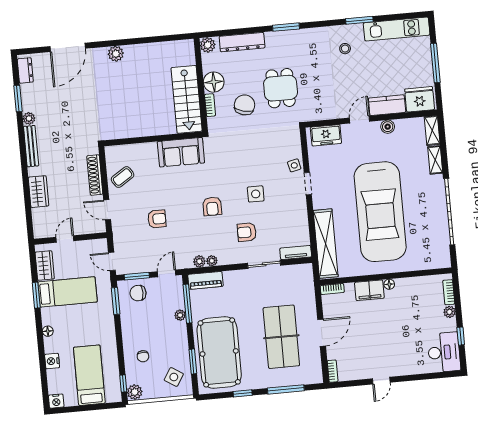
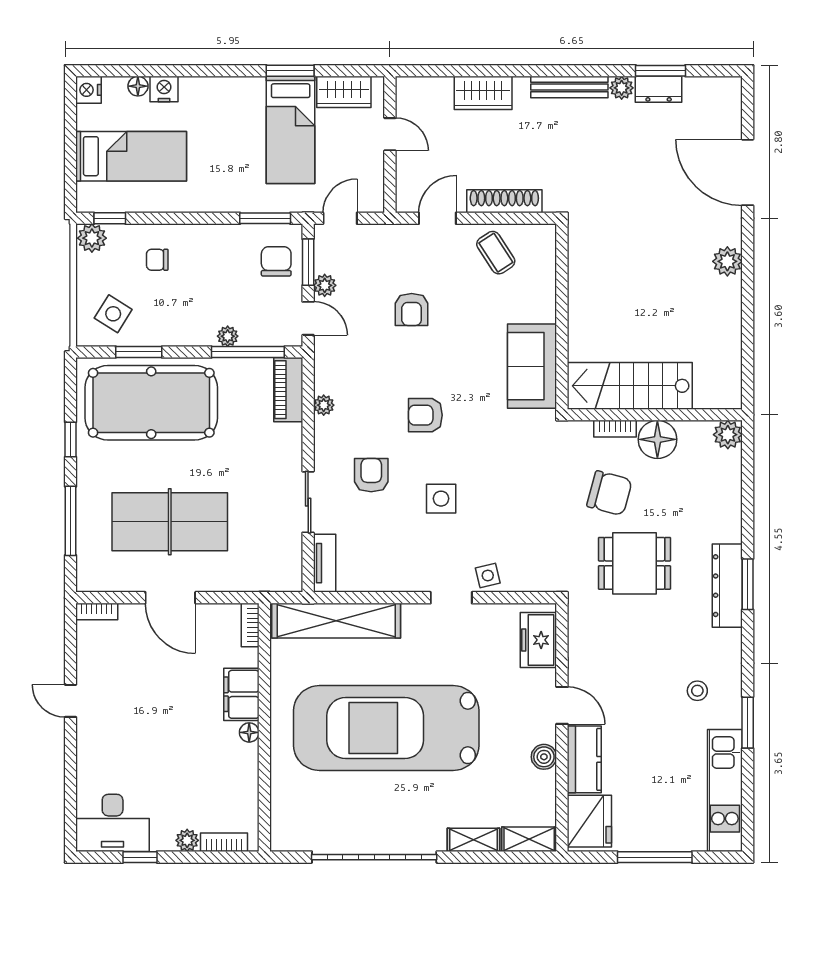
dresser: (242, 42) -> (727, 586), moved
dresser: (25, 70) -> (659, 89), moved
plant: (199, 261) -> (325, 285), moved
floor lamp: (48, 331) -> (138, 86), moved

